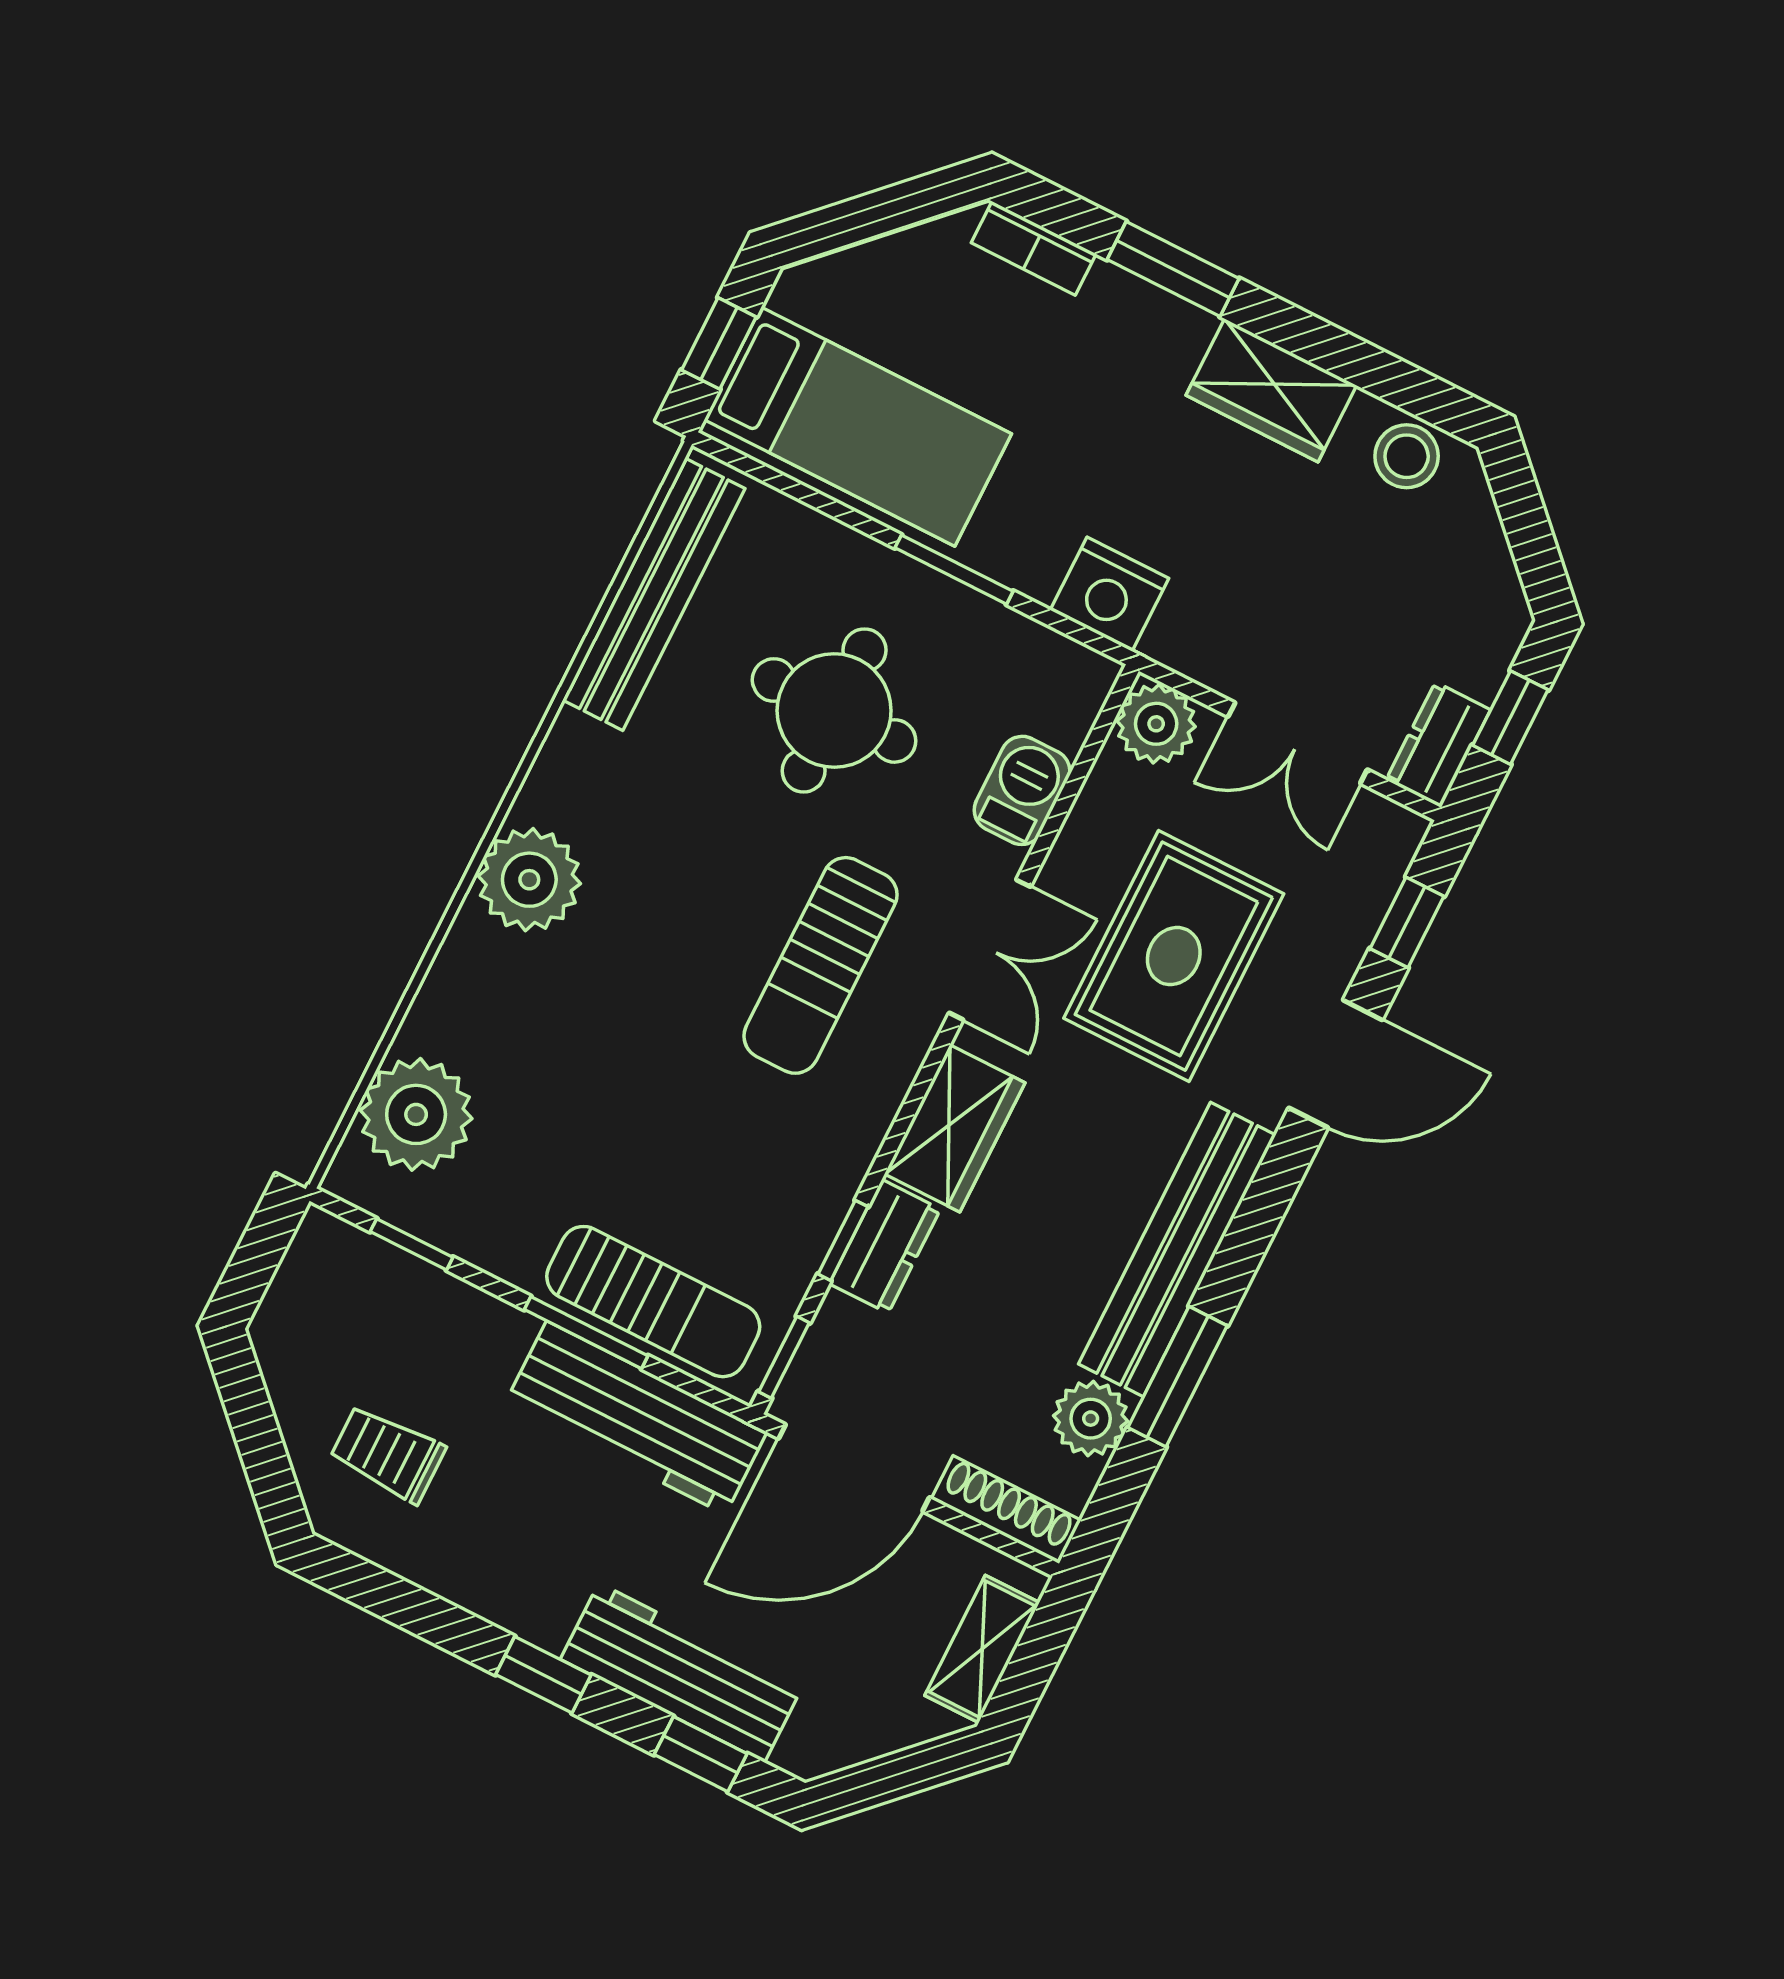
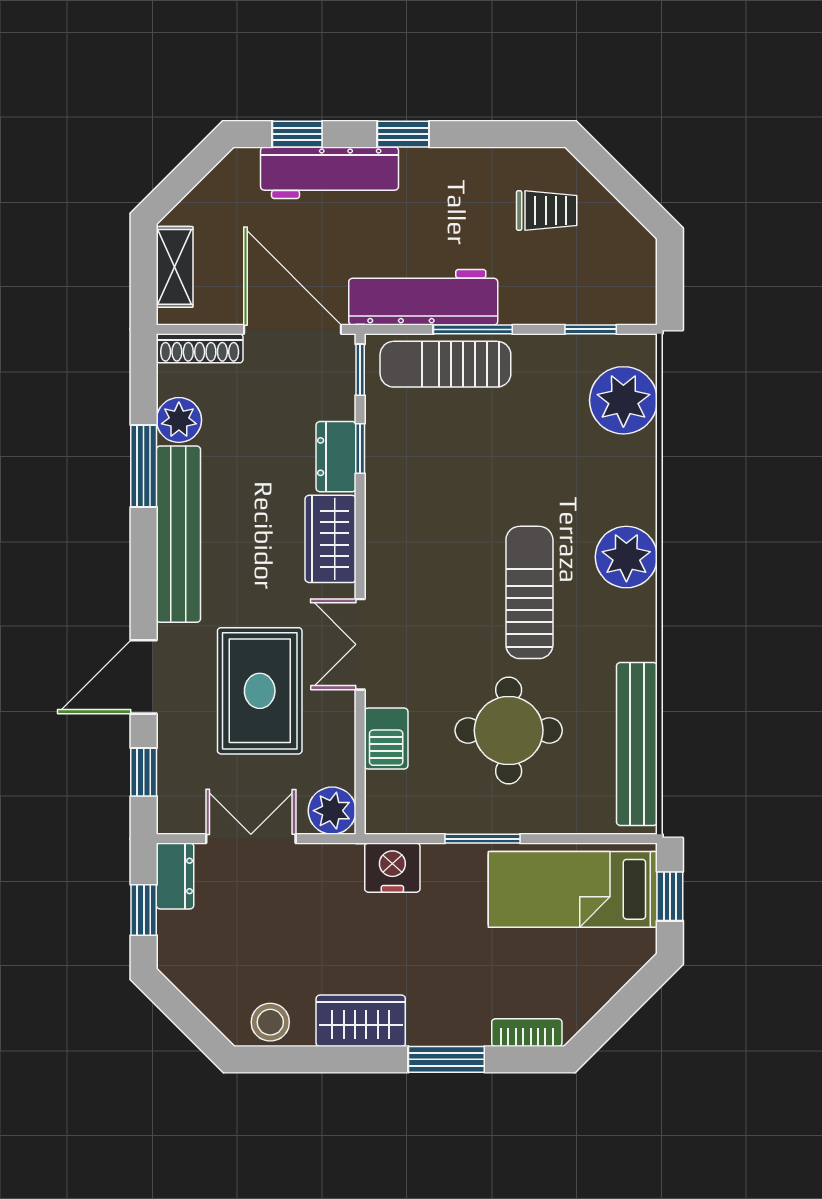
sun lounger: (821, 965) -> (529, 592), moved
door: (854, 1468) -> (293, 329), hinge flipped

